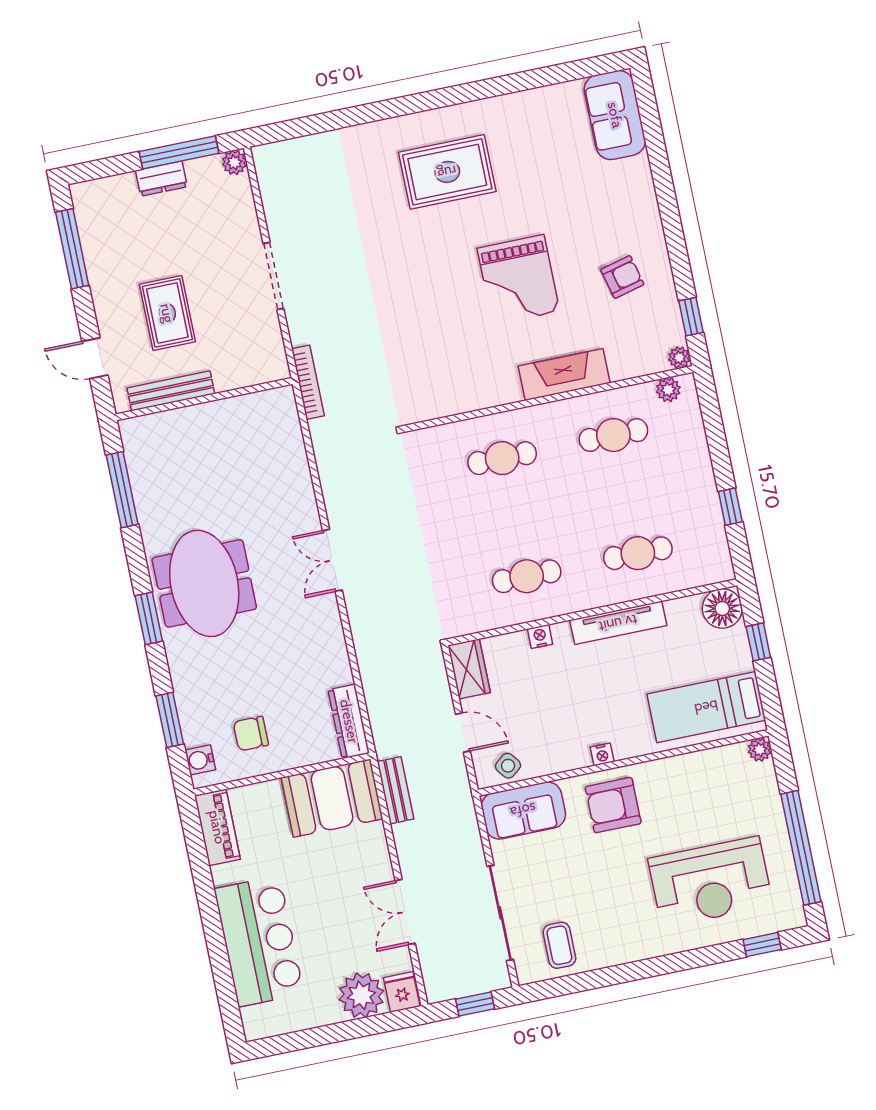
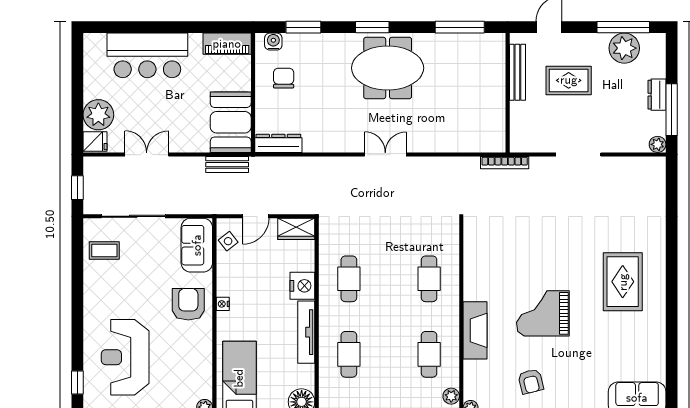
plant: (103, 241) -> (624, 48), added
nightstand: (540, 636) -> (302, 286), width x1.89, depth x1.79

